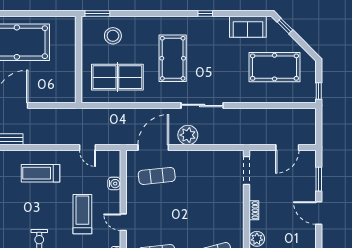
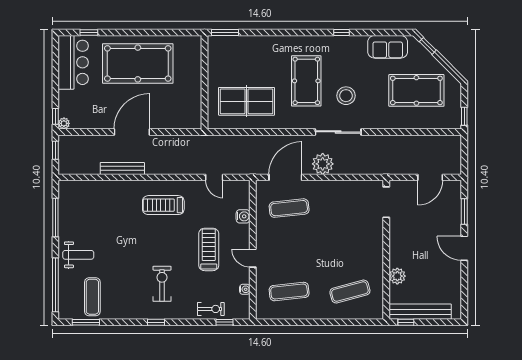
stool: (113, 36) -> (346, 96), moved
shoe rack: (254, 210) -> (394, 245), removed

